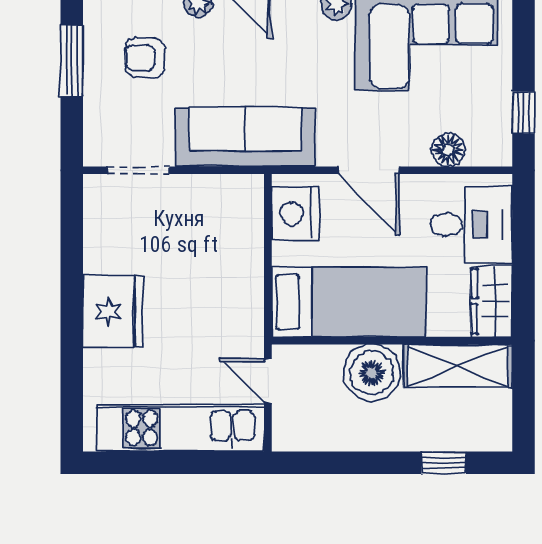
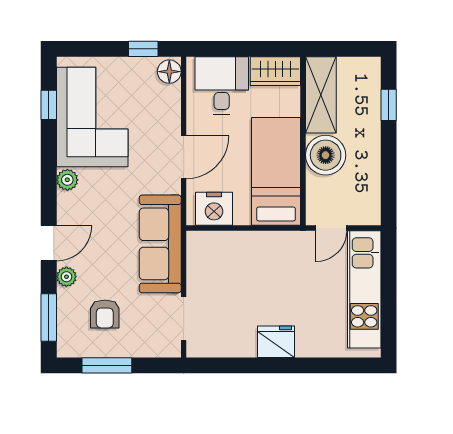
floor lamp: (448, 150) -> (169, 72), moved
fridge: (113, 312) -> (276, 342), width x0.73, depth x0.75

